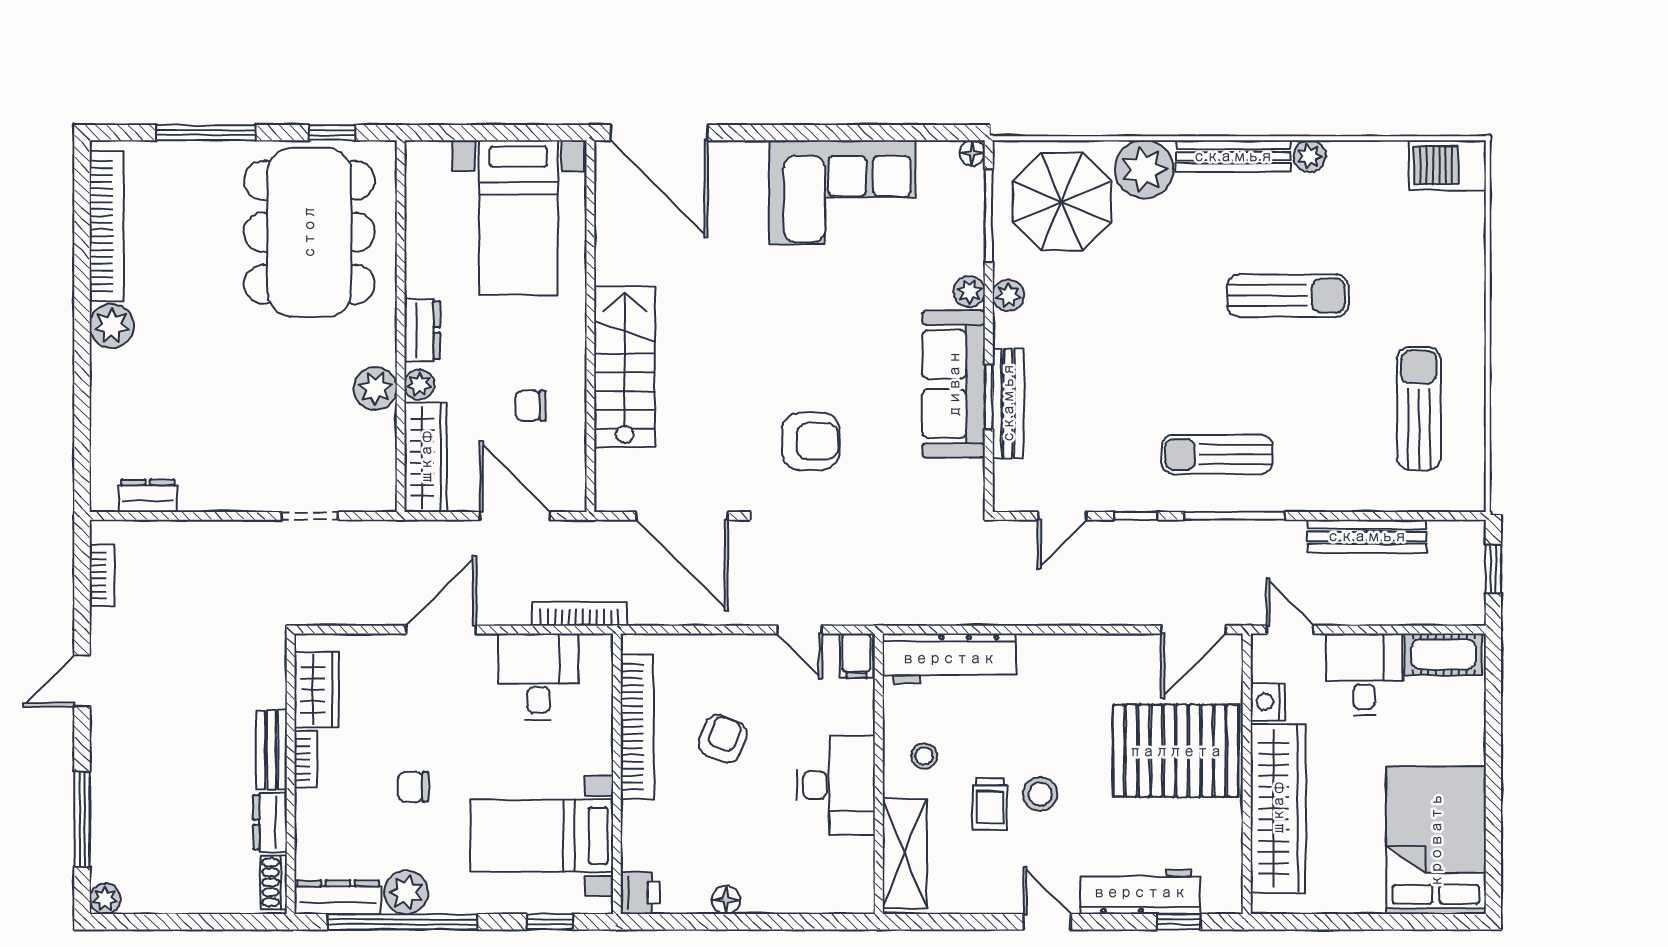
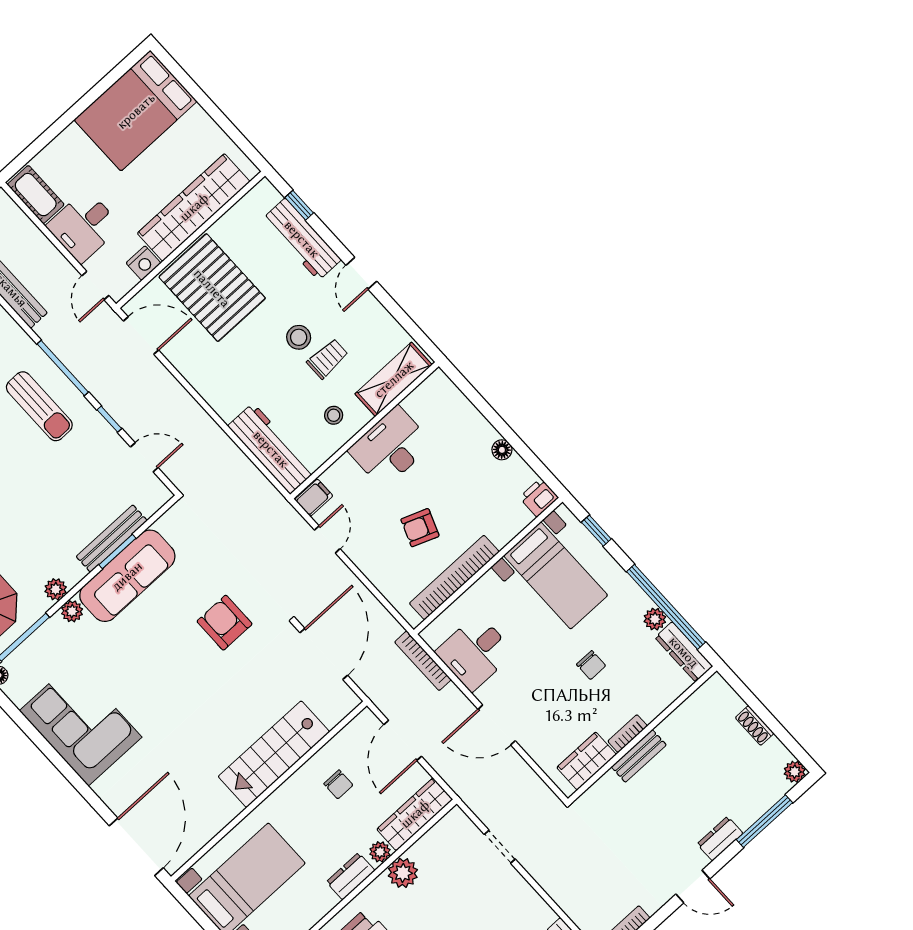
dresser: (270, 822) -> (720, 839), moved, turned 180
shoe rack: (274, 882) -> (755, 725), moved, turned 90
plant: (406, 892) -> (655, 619), width x0.73, depth x0.73

